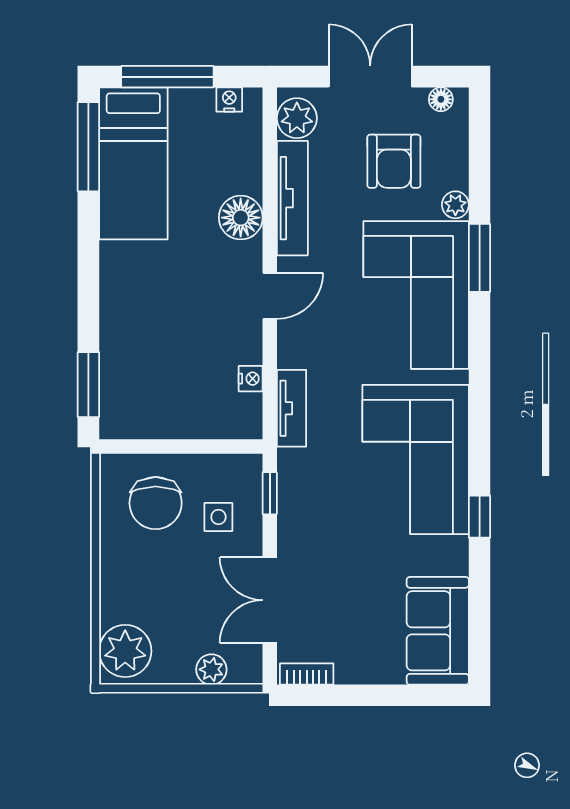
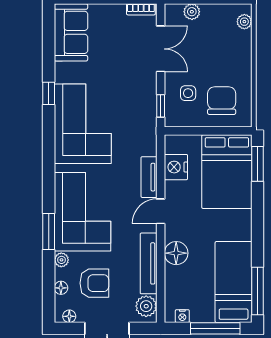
floor lamp: (456, 152) -> (61, 288), added
armchair: (394, 161) -> (94, 283), turned 90
bed: (146, 370) -> (227, 172), added
nightstand: (251, 379) -> (176, 167), width x1.89, depth x1.79
tv unit: (292, 408) -> (149, 177), moved
plant: (125, 651) -> (244, 22), width x0.53, depth x0.53

